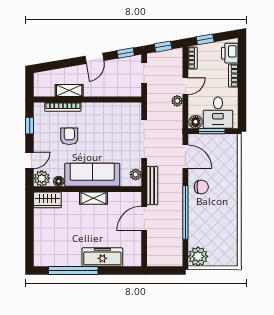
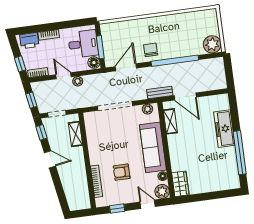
shelving: (69, 91) -> (75, 134), moved
bench: (152, 186) -> (160, 93), width x0.73
shelving: (93, 198) -> (170, 121), moved

